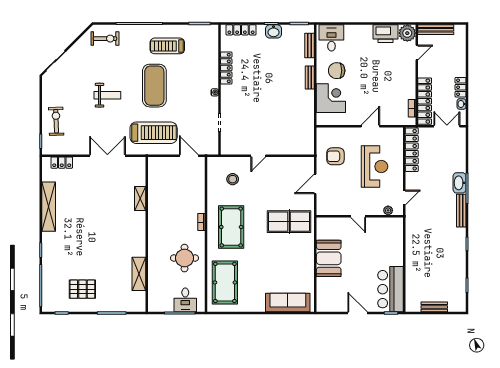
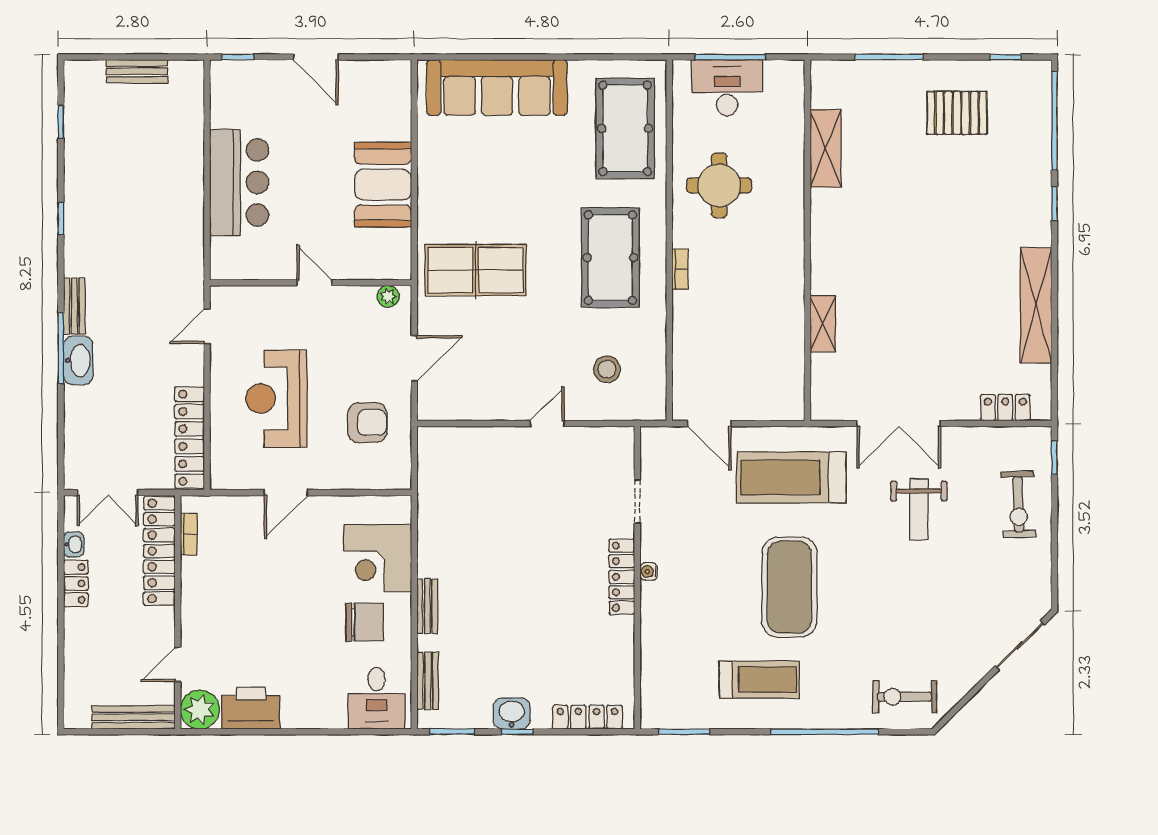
locker: (226, 68) -> (622, 577), moved
weight bench: (107, 95) -> (919, 510), moved, turned -90
plant: (388, 210) -> (388, 296), moved
bench: (461, 211) -> (74, 306), width x0.73
bar counter: (390, 289) -> (239, 182), moved
desk: (185, 300) -> (727, 88), width x1.37
sofa: (288, 303) -> (497, 87), width x1.36, depth x1.27

